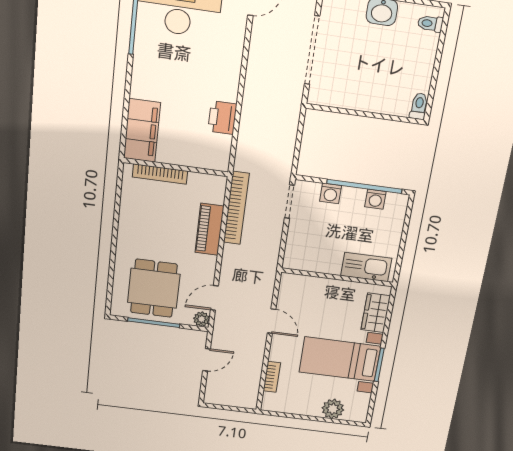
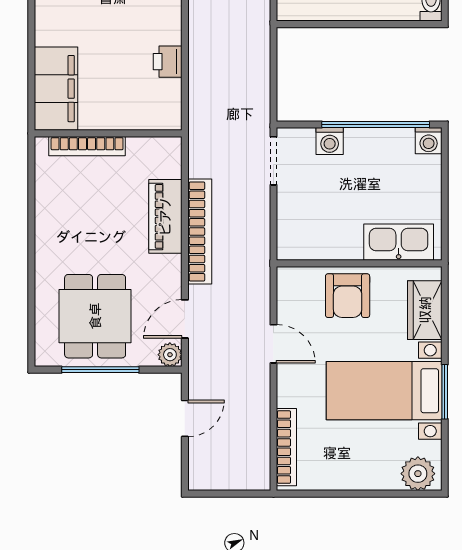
printer: (222, 118) -> (168, 62), width x0.73, depth x0.81
washing machine: (375, 199) -> (429, 141), moved
bookcase: (236, 208) -> (200, 232), moved
armchair: (326, 297) -> (348, 296), added
bookcase: (272, 377) -> (286, 447), width x1.56
plant: (333, 409) -> (418, 474), moved

